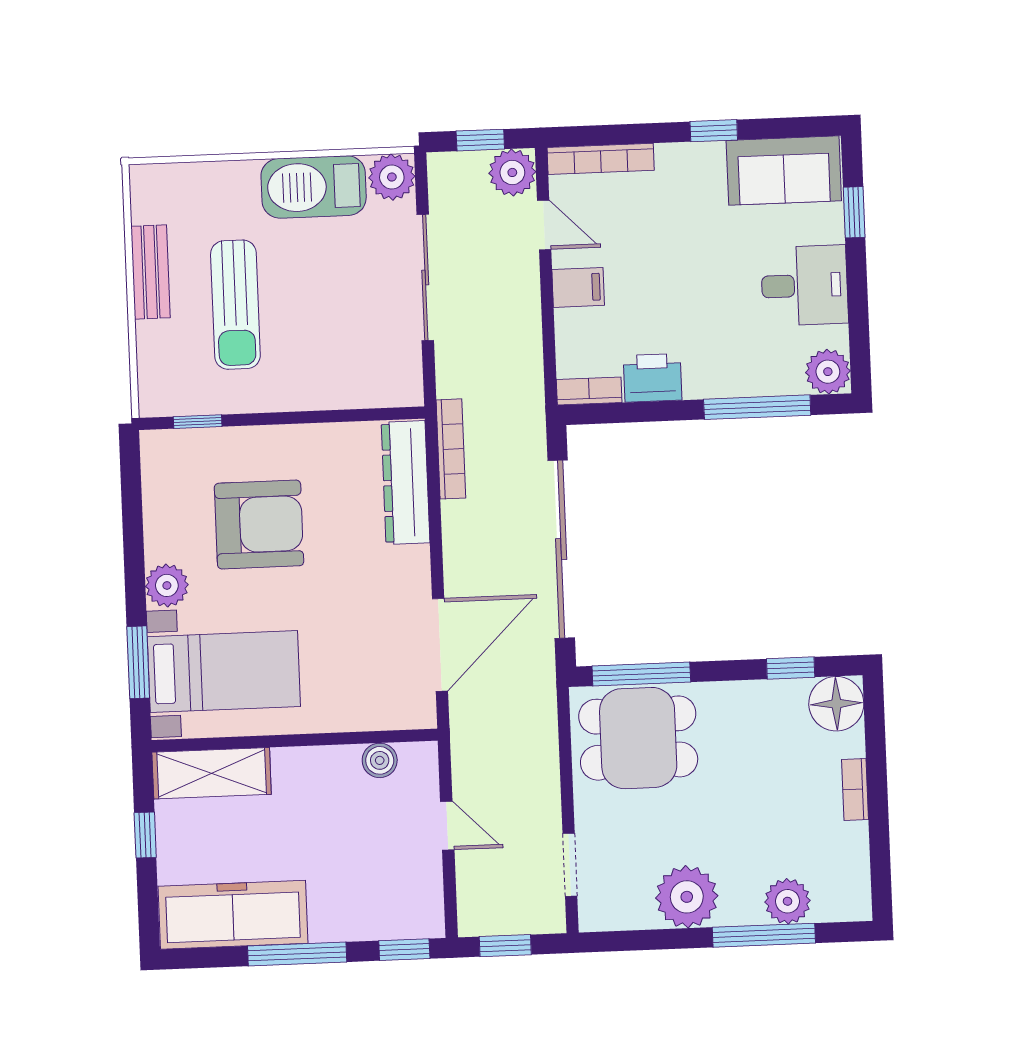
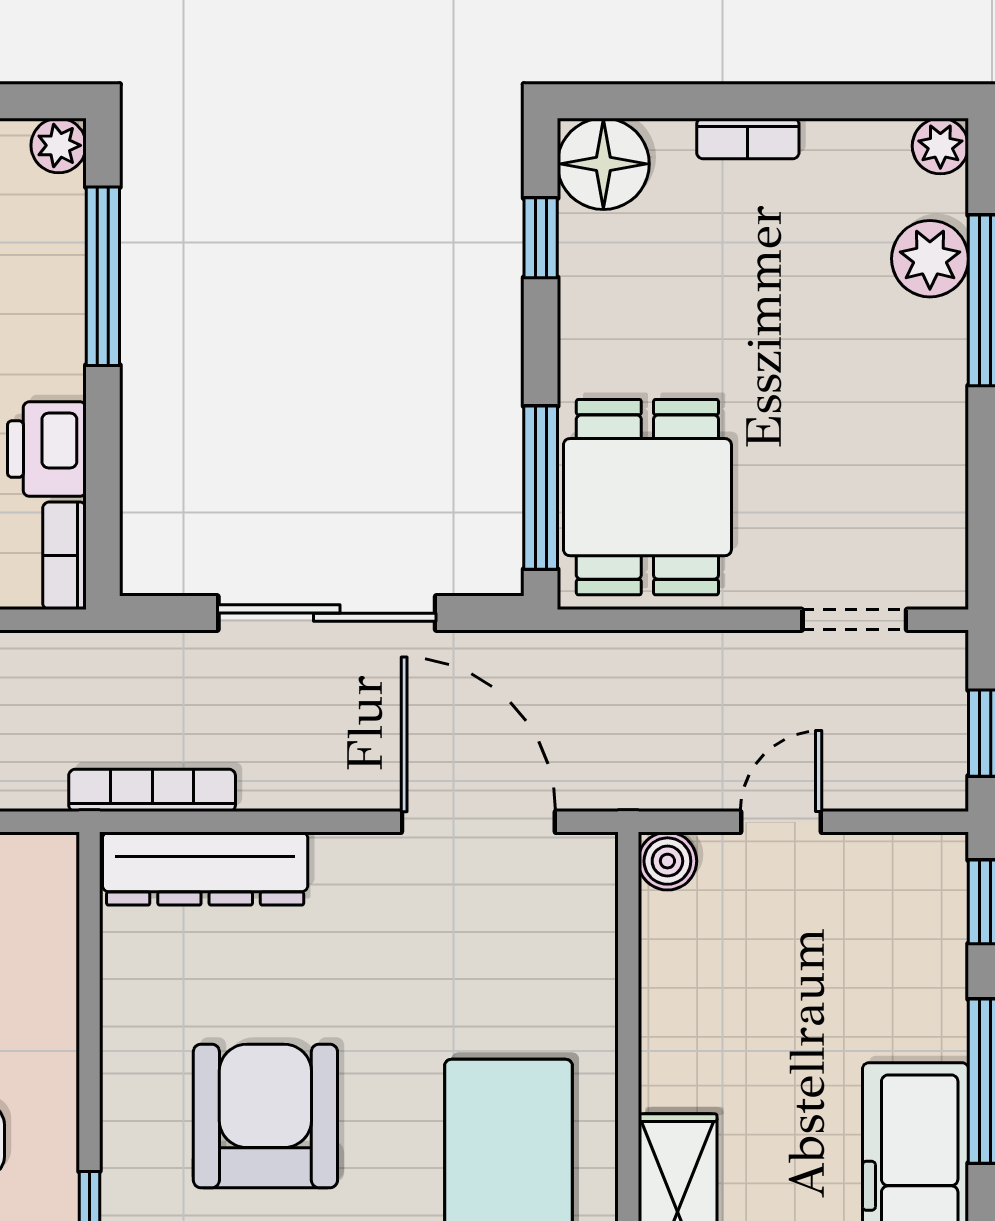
plant: (828, 372) -> (59, 145), width x0.73, depth x0.73
sliding door: (561, 549) -> (327, 613), width x0.73
boiler: (380, 760) -> (667, 861), moved
plant: (687, 897) -> (940, 146), moved, width x0.53, depth x0.53

